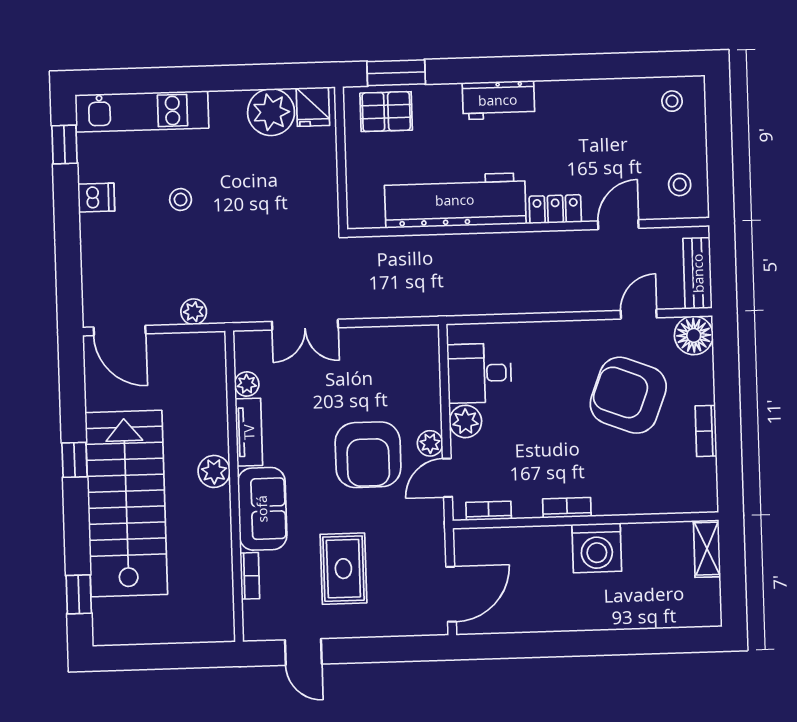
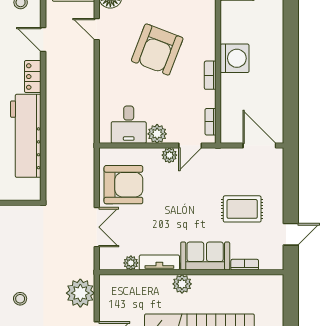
plant: (194, 312) -> (80, 293), width x1.88, depth x1.88
armchair: (628, 395) -> (157, 50), moved
armchair: (368, 455) -> (123, 185), moved
door: (447, 478) -> (190, 146), hinge flipped

